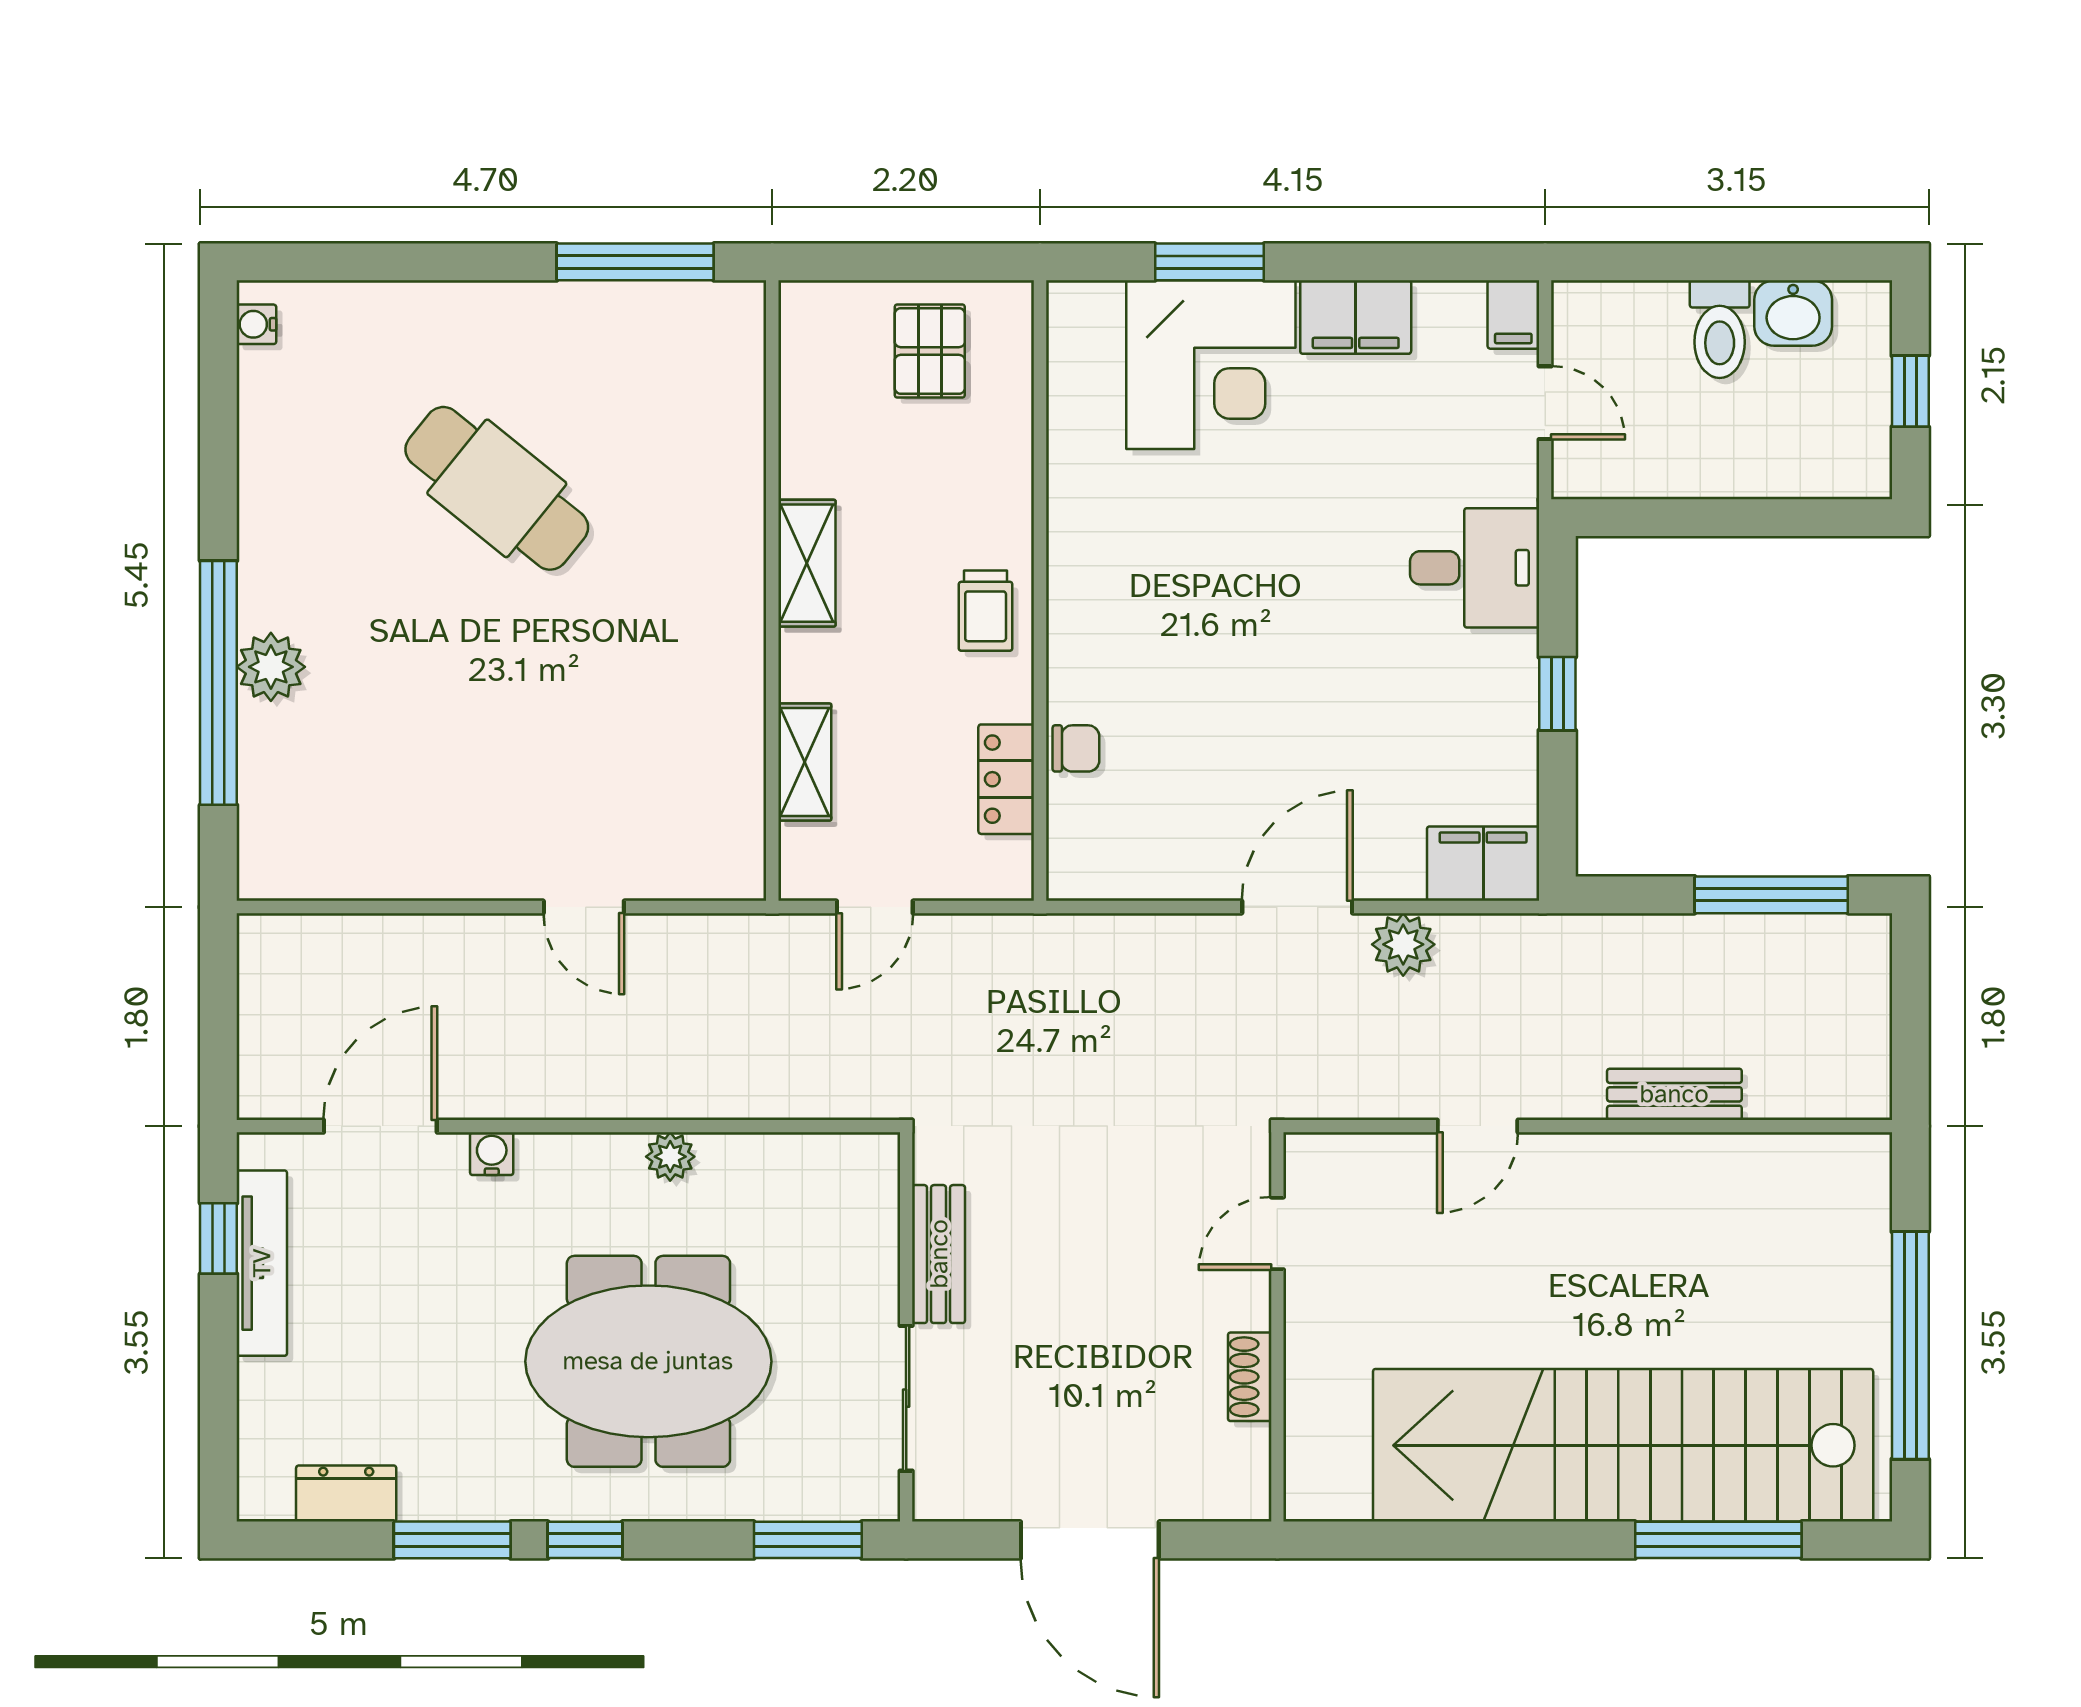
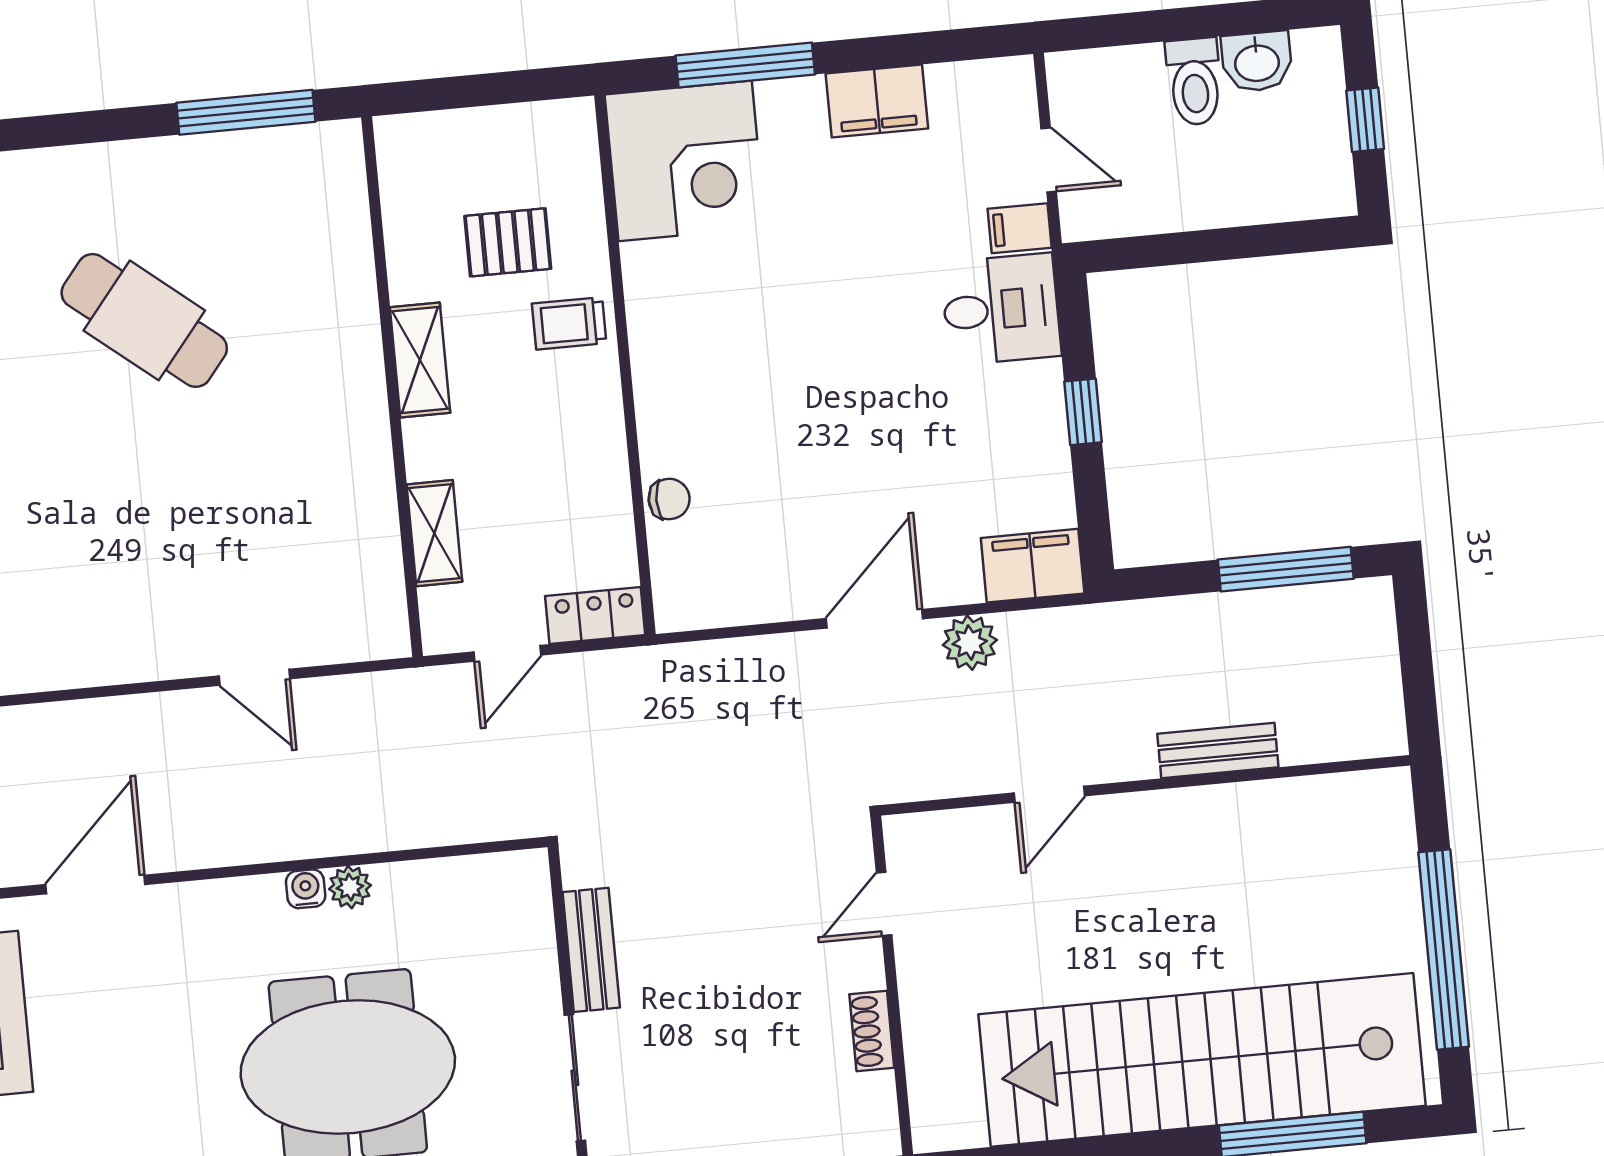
window: (1209, 262) -> (745, 65), width x1.44
filing cabinet: (1513, 314) -> (1020, 228), moved, turned 90
pallet: (930, 351) -> (508, 242), moved, turned 90
corner desk: (1211, 365) -> (685, 161), moved
trolley: (986, 611) -> (569, 323), moved, turned 90
locker: (1006, 779) -> (595, 615), moved, turned 90
water cooler: (492, 1154) -> (306, 889), moved

